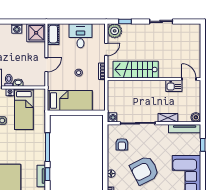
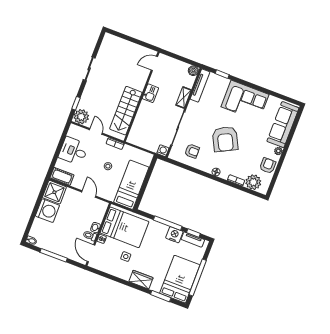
washing machine: (17, 28) -> (47, 211), width x1.89, depth x1.89
kitchen sink: (174, 86) -> (150, 93), moved
bed: (24, 109) -> (124, 227), width x1.50
nightstand: (39, 157) -> (174, 235), added

